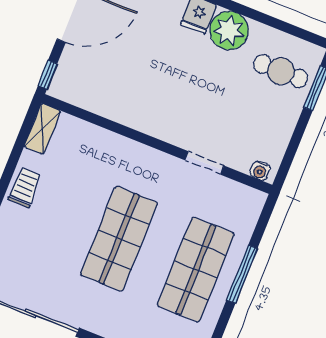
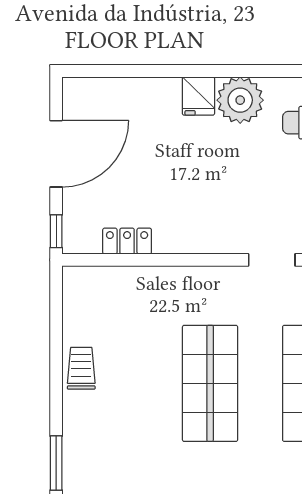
locker: (99, 104) -> (127, 241), added
shelving: (42, 129) -> (75, 294), removed

